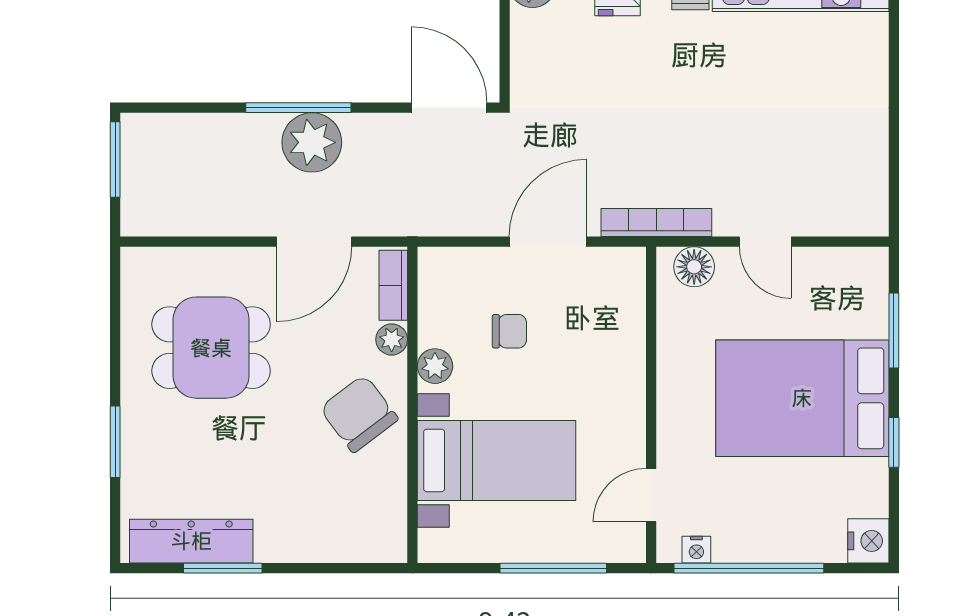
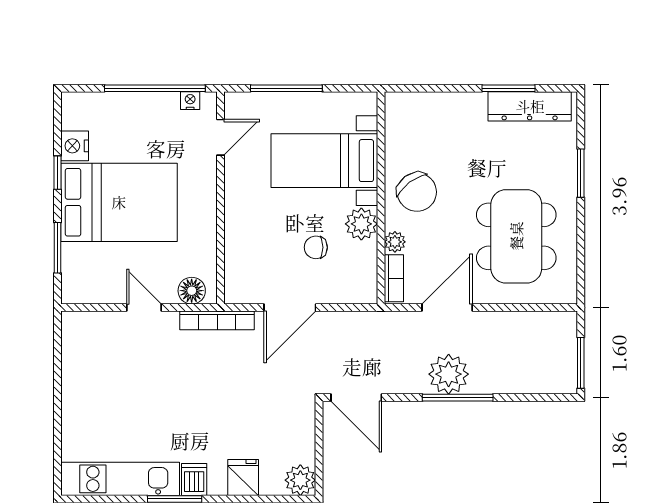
dining table: (211, 348) -> (516, 236), width x1.38
plant: (435, 366) -> (361, 224), width x1.38, depth x1.38
nightstand: (868, 541) -> (75, 146), moved

